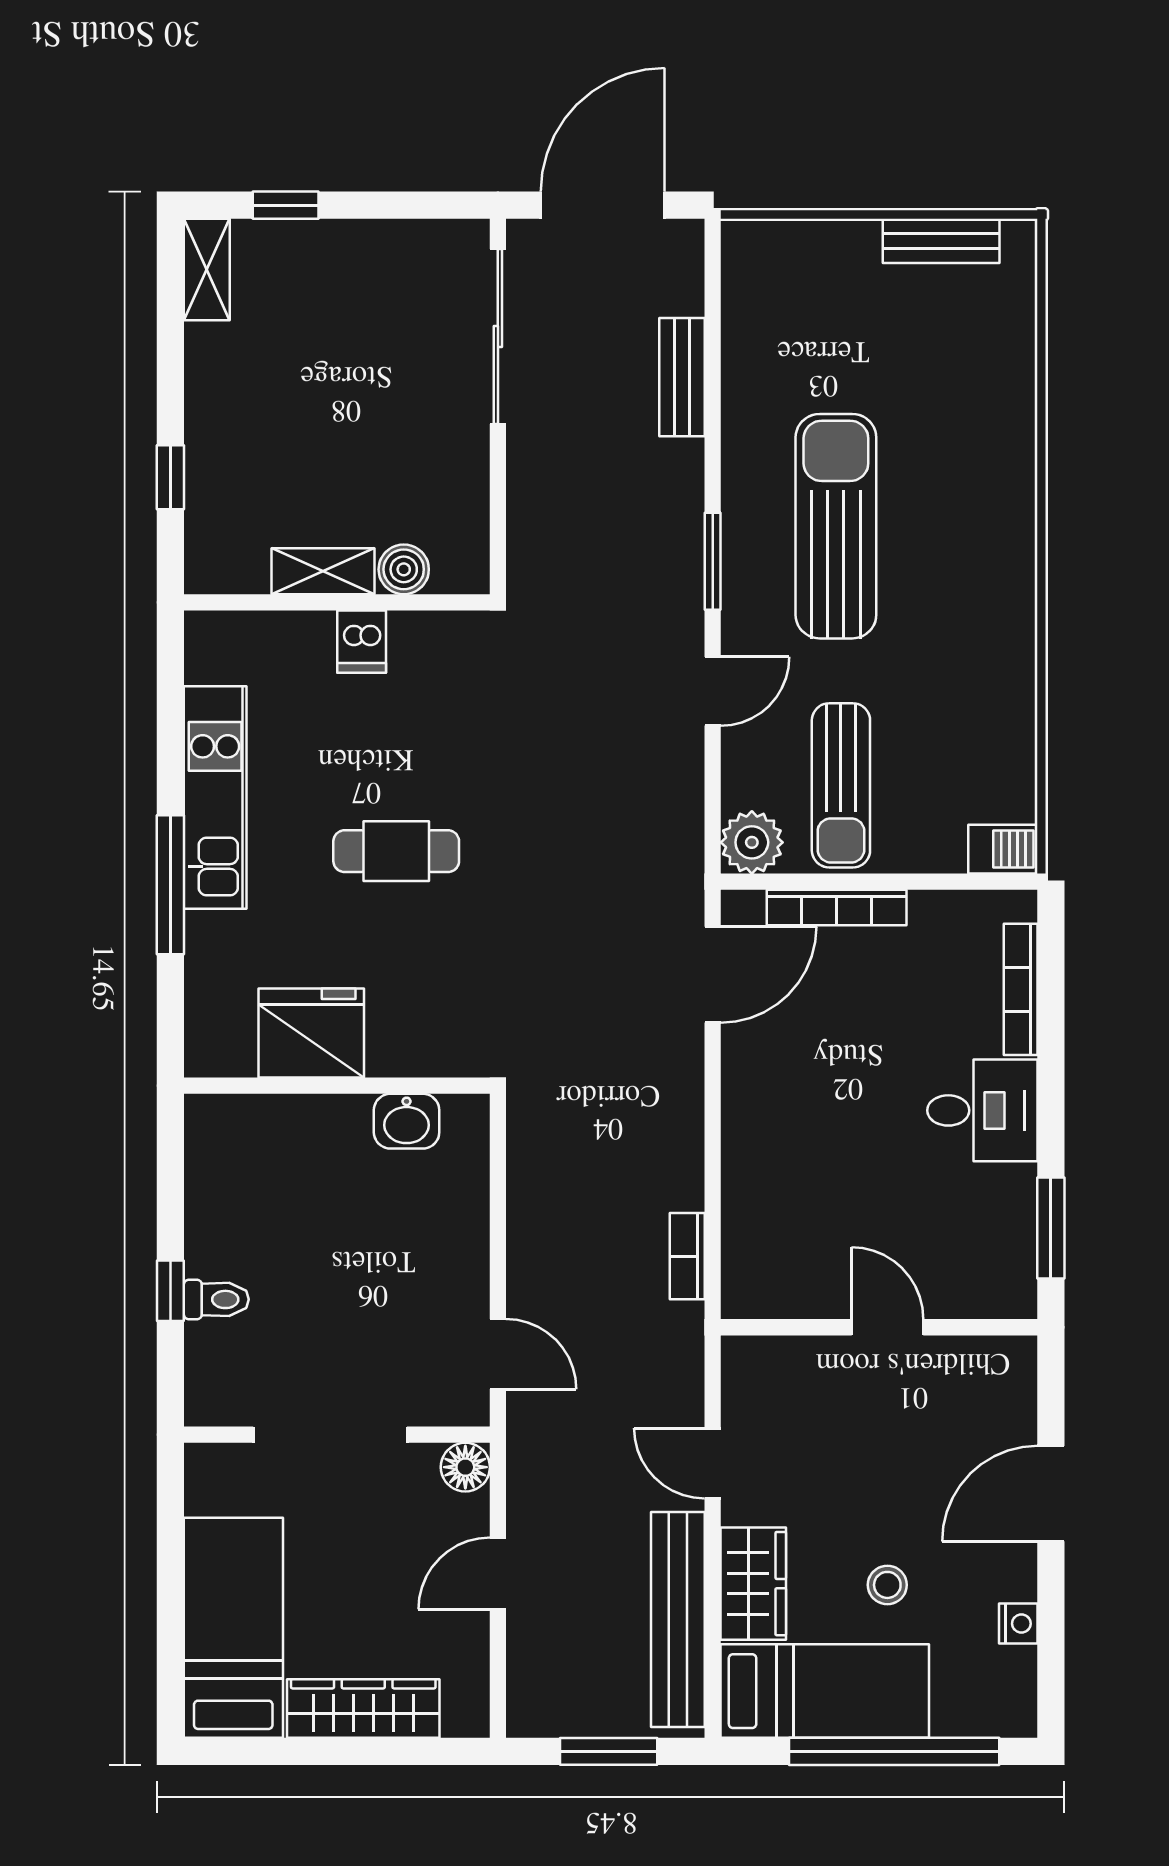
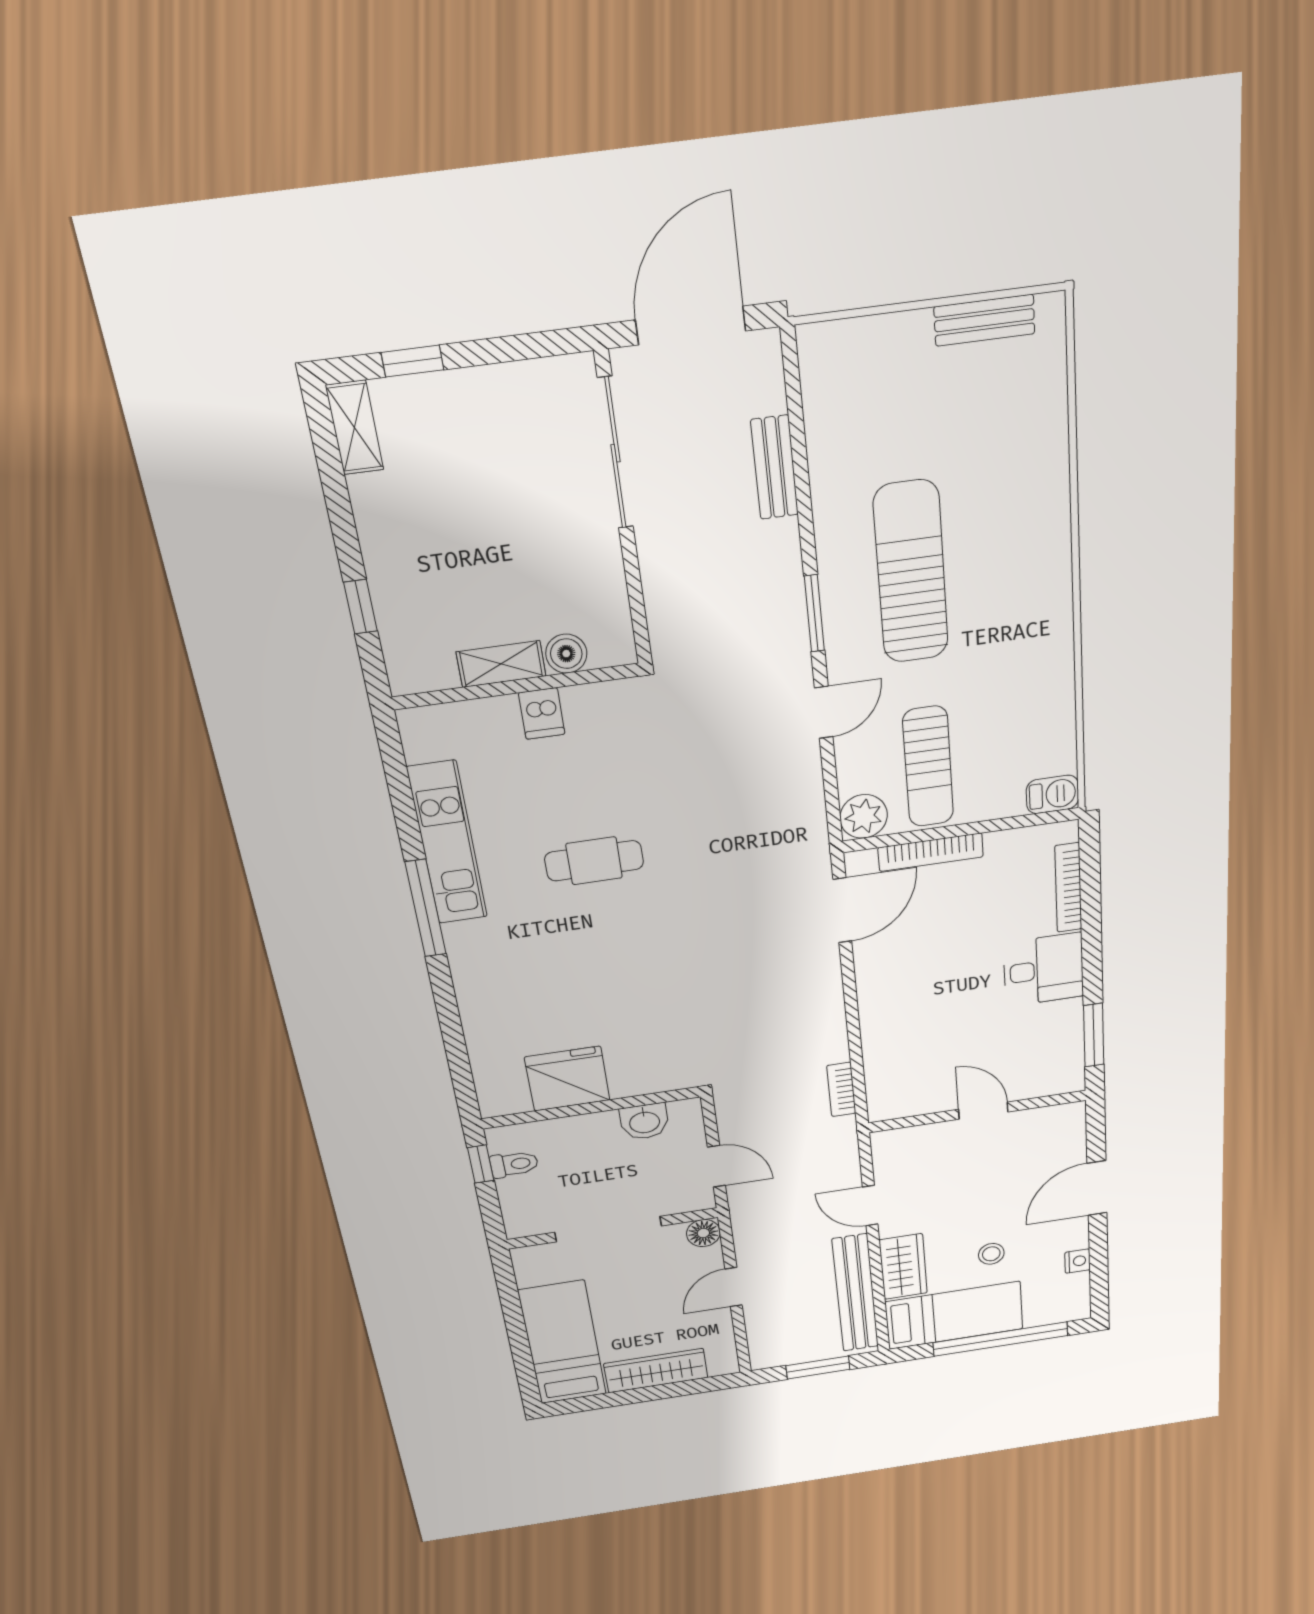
fridge: (311, 1033) -> (567, 1079), moved
wall: (337, 1086) -> (591, 1108), moved
washbasin: (407, 1121) -> (644, 1122), moved

